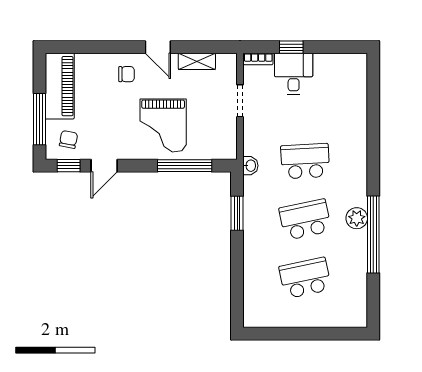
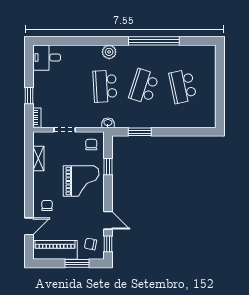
door: (158, 47) -> (29, 226), moved
desk: (294, 74) -> (47, 58), moved
window: (39, 119) -> (77, 263), width x0.69
chair: (218, 141) -> (91, 144), added
window: (185, 166) -> (108, 167), width x0.46
plant: (357, 218) -> (109, 52), moved
school desk: (305, 220) -> (144, 86), turned 30

